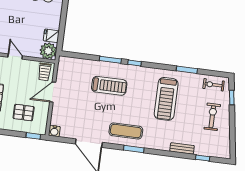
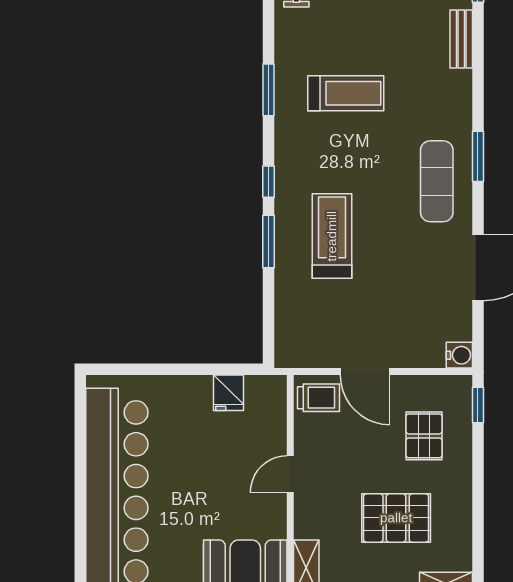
plant: (48, 51) -> (266, 396), removed
window: (187, 70) -> (268, 90), moved
treadmill: (166, 99) -> (346, 93), width x0.73, depth x0.73

